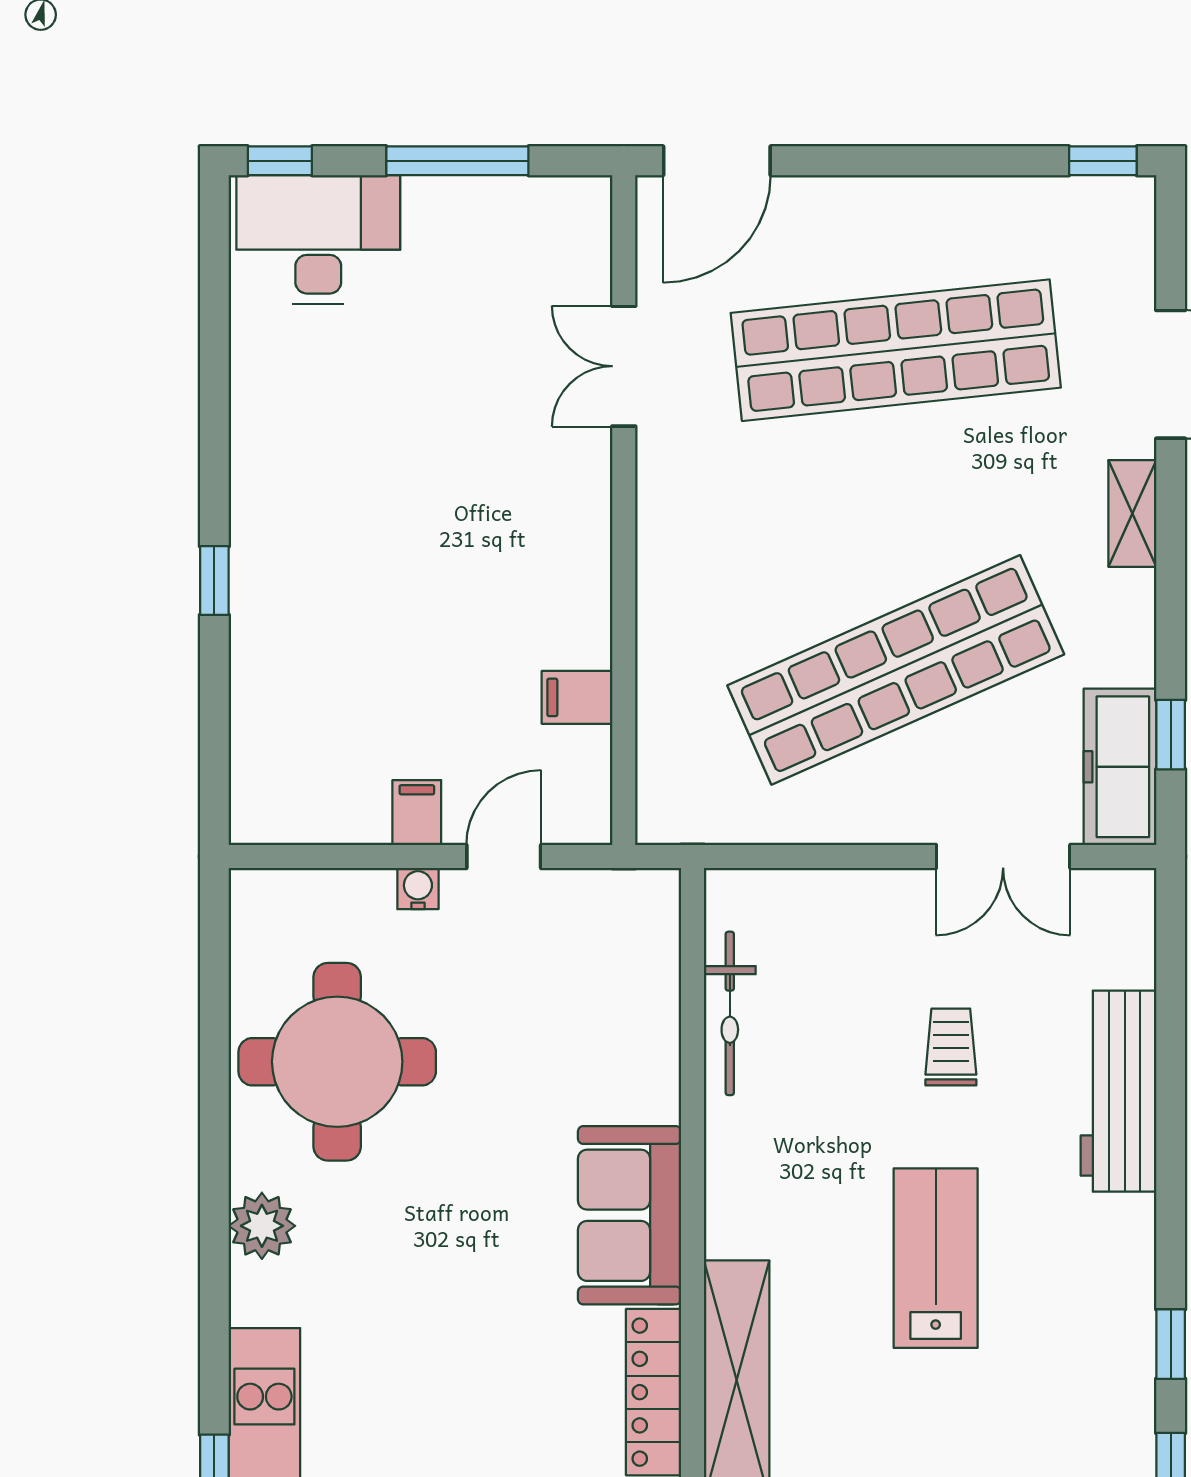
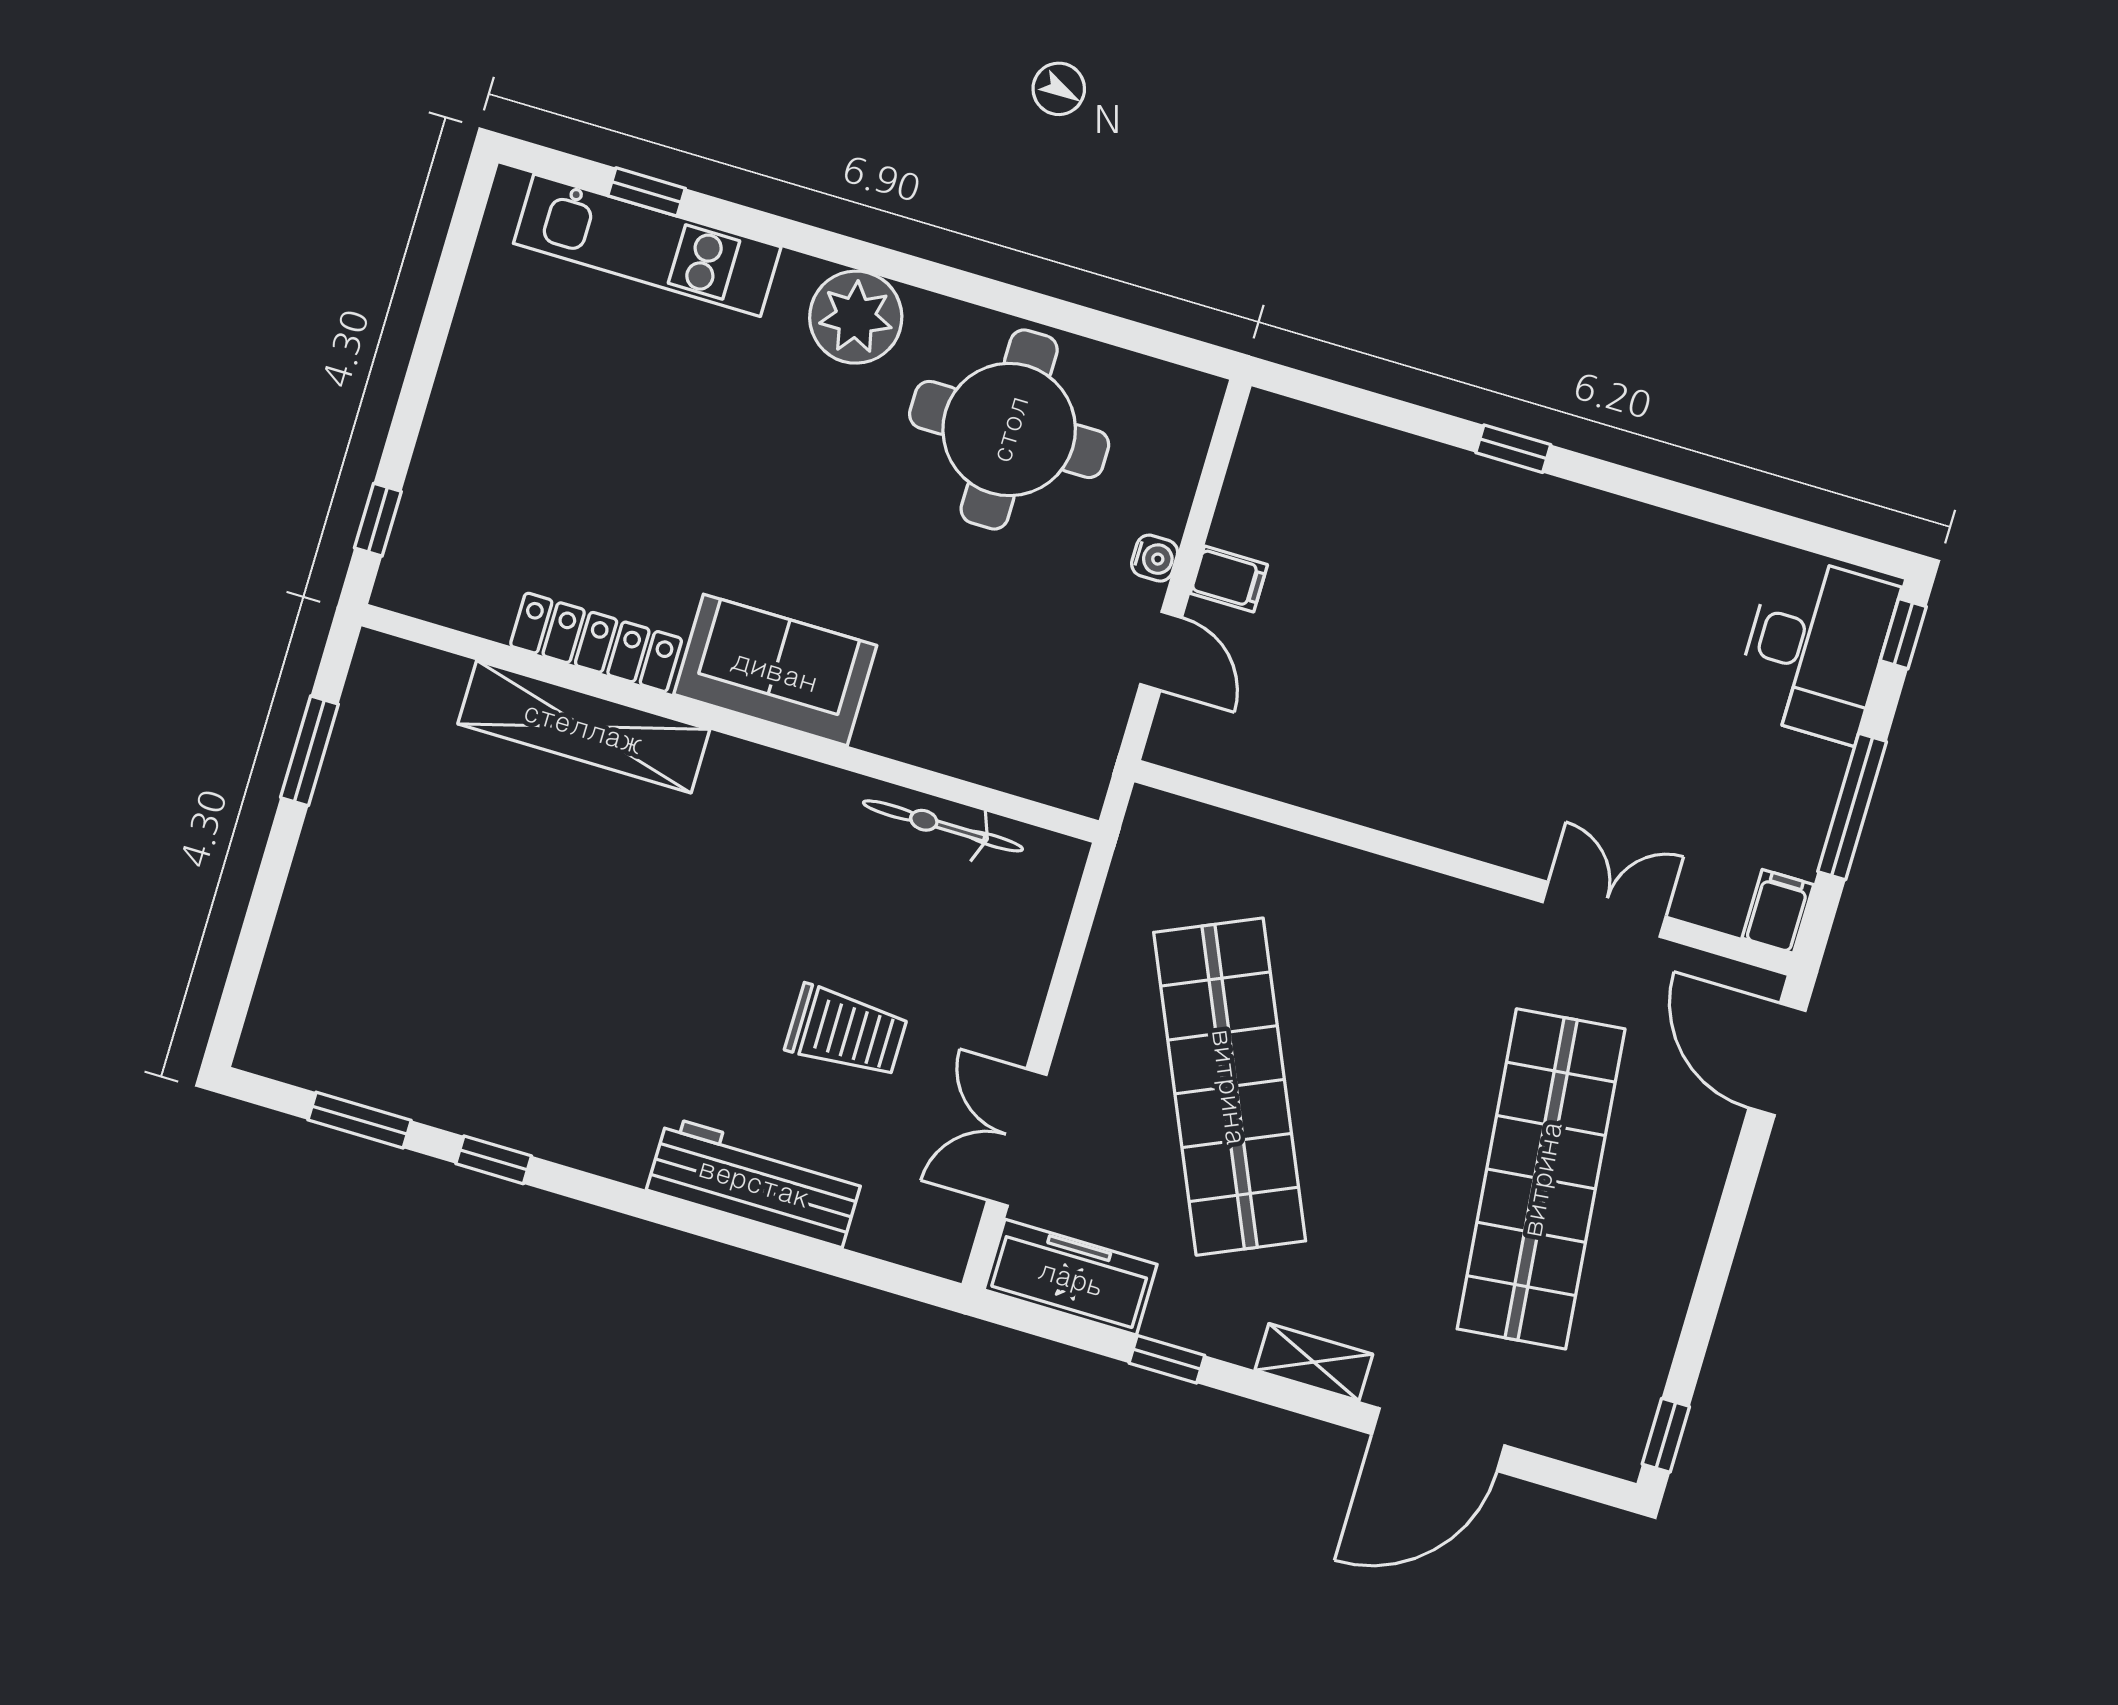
filing cabinet: (577, 697) -> (1778, 911), moved
window: (1171, 735) -> (1167, 1359), moved
trolley: (951, 1047) -> (846, 1032), width x1.36, depth x1.39
plant: (262, 1226) -> (856, 317), width x1.36, depth x1.36
lab bench: (936, 1258) -> (645, 956), removed

